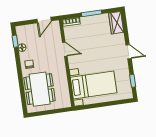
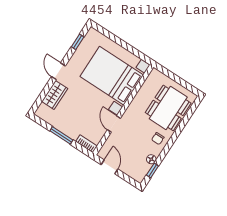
door: (44, 20) -> (110, 167), hinge flipped
wardrobe: (116, 23) -> (55, 95), moved
bed with nightstands: (94, 85) -> (112, 76), width x1.36

